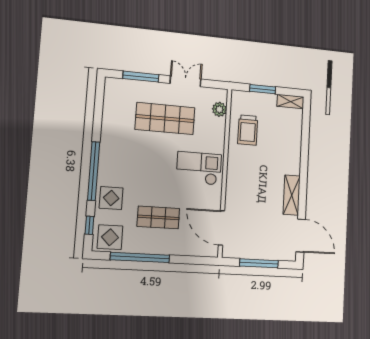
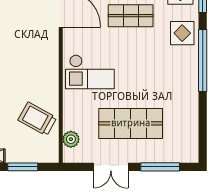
trolley: (248, 130) -> (37, 119), turned -61

